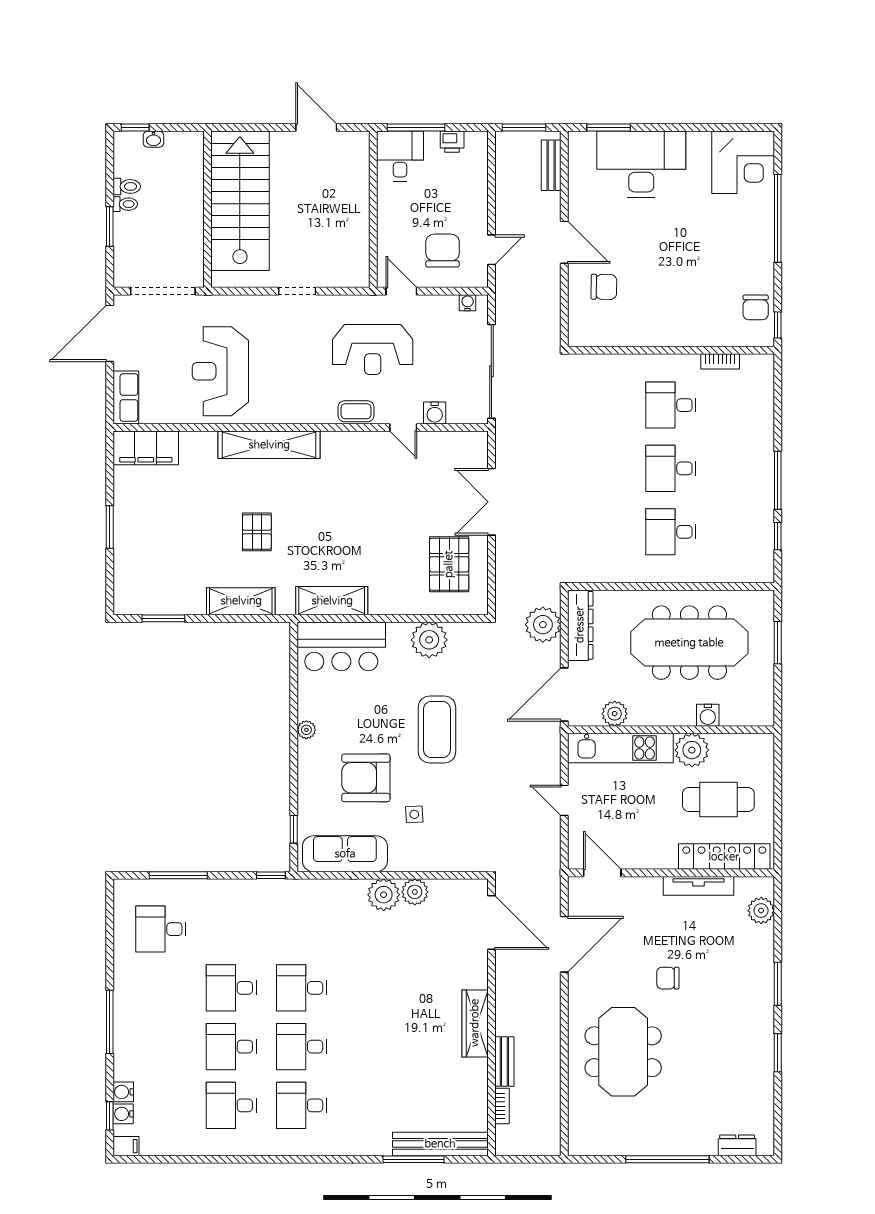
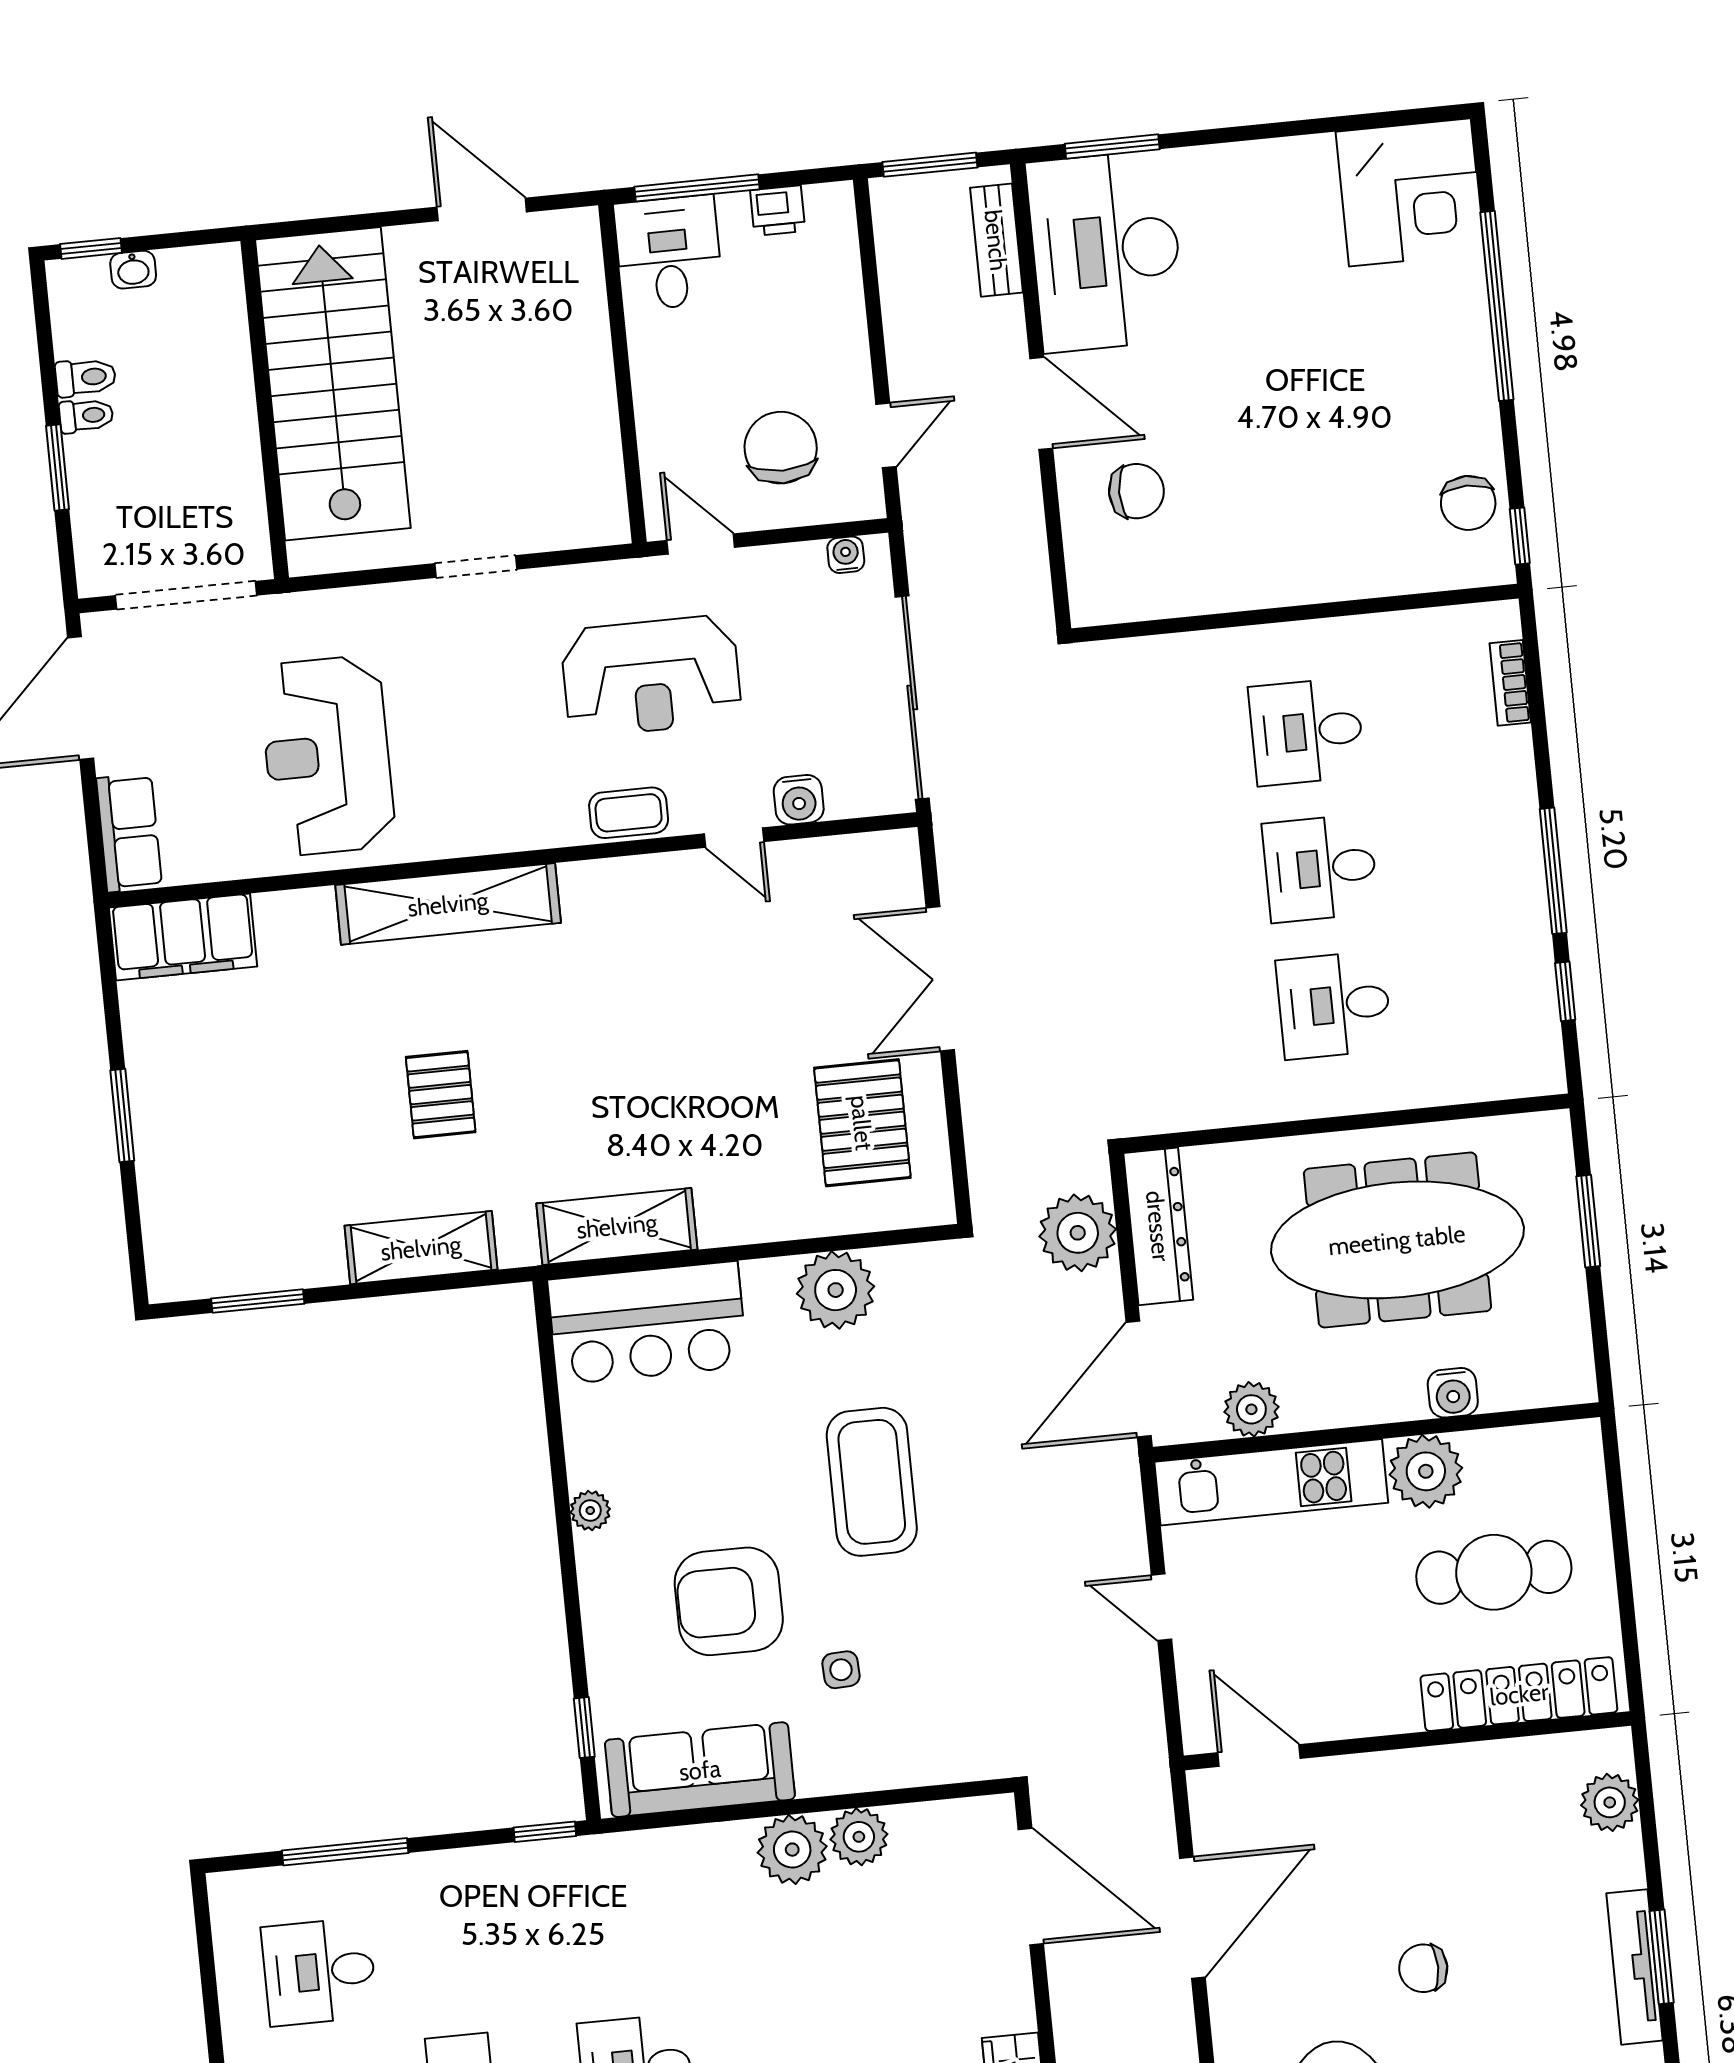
desk: (641, 164) -> (1106, 251), moved, turned -90
bookcase: (720, 361) -> (1510, 683), moved, turned 90
tv unit: (698, 886) -> (1634, 1967), moved, turned 90

